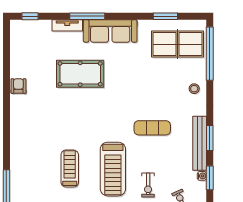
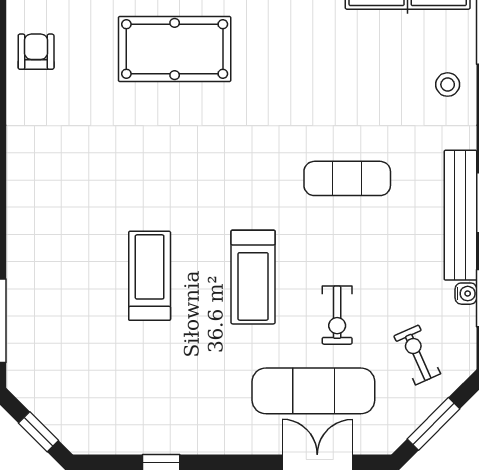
armchair: (18, 86) -> (36, 52), moved
treadmill: (113, 169) -> (253, 277), width x0.73, depth x0.73

